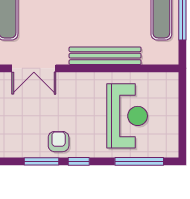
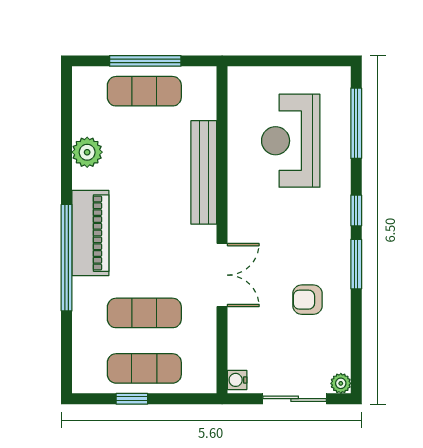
reception desk: (127, 116) -> (291, 141), turned -90
armchair: (59, 142) -> (308, 300), moved

